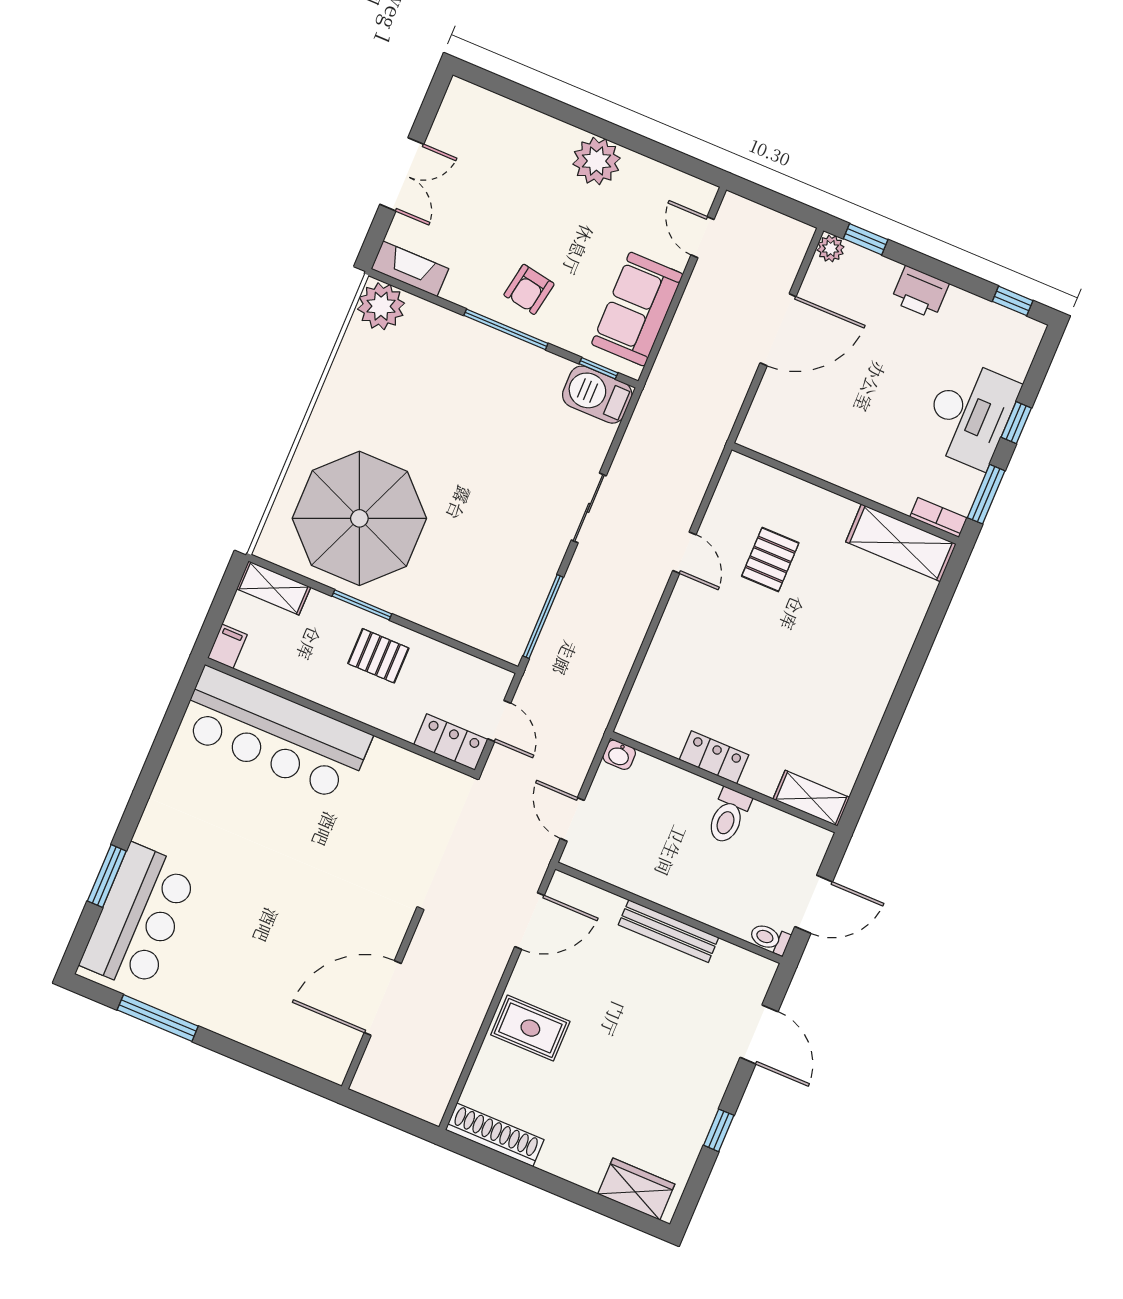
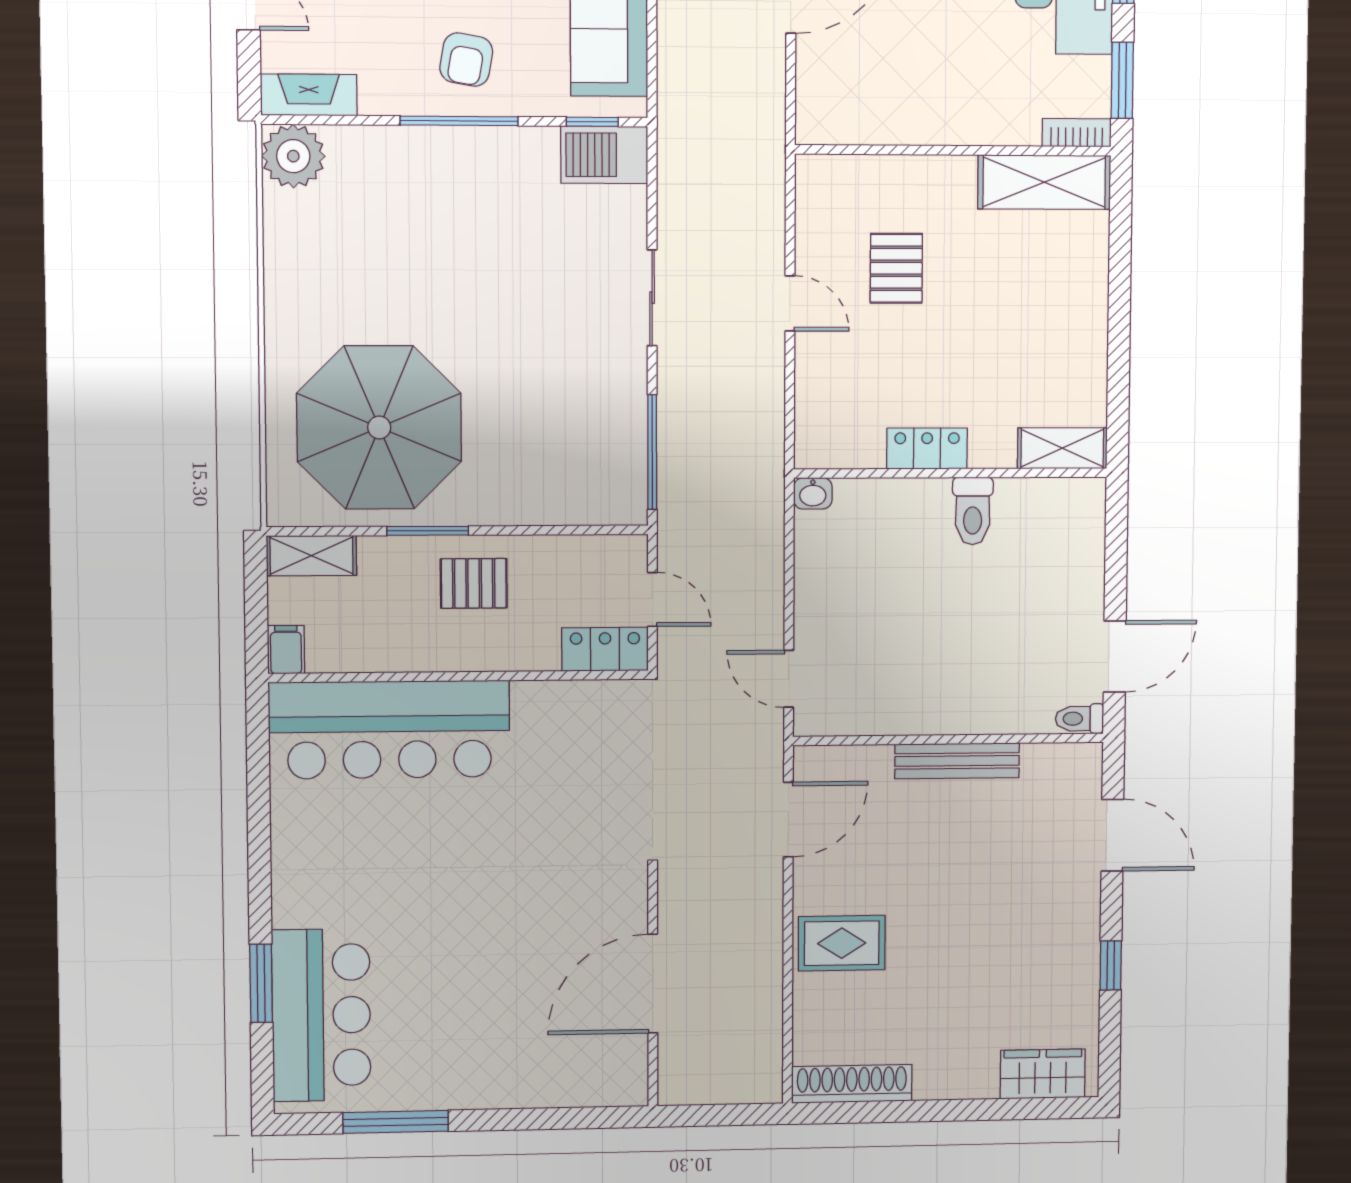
washbasin: (619, 755) -> (813, 493), moved
locker: (714, 757) -> (927, 448), moved
wall: (724, 782) -> (951, 473), moved
shelving: (811, 798) -> (1062, 448), moved
toilet: (728, 816) -> (973, 511), moved

